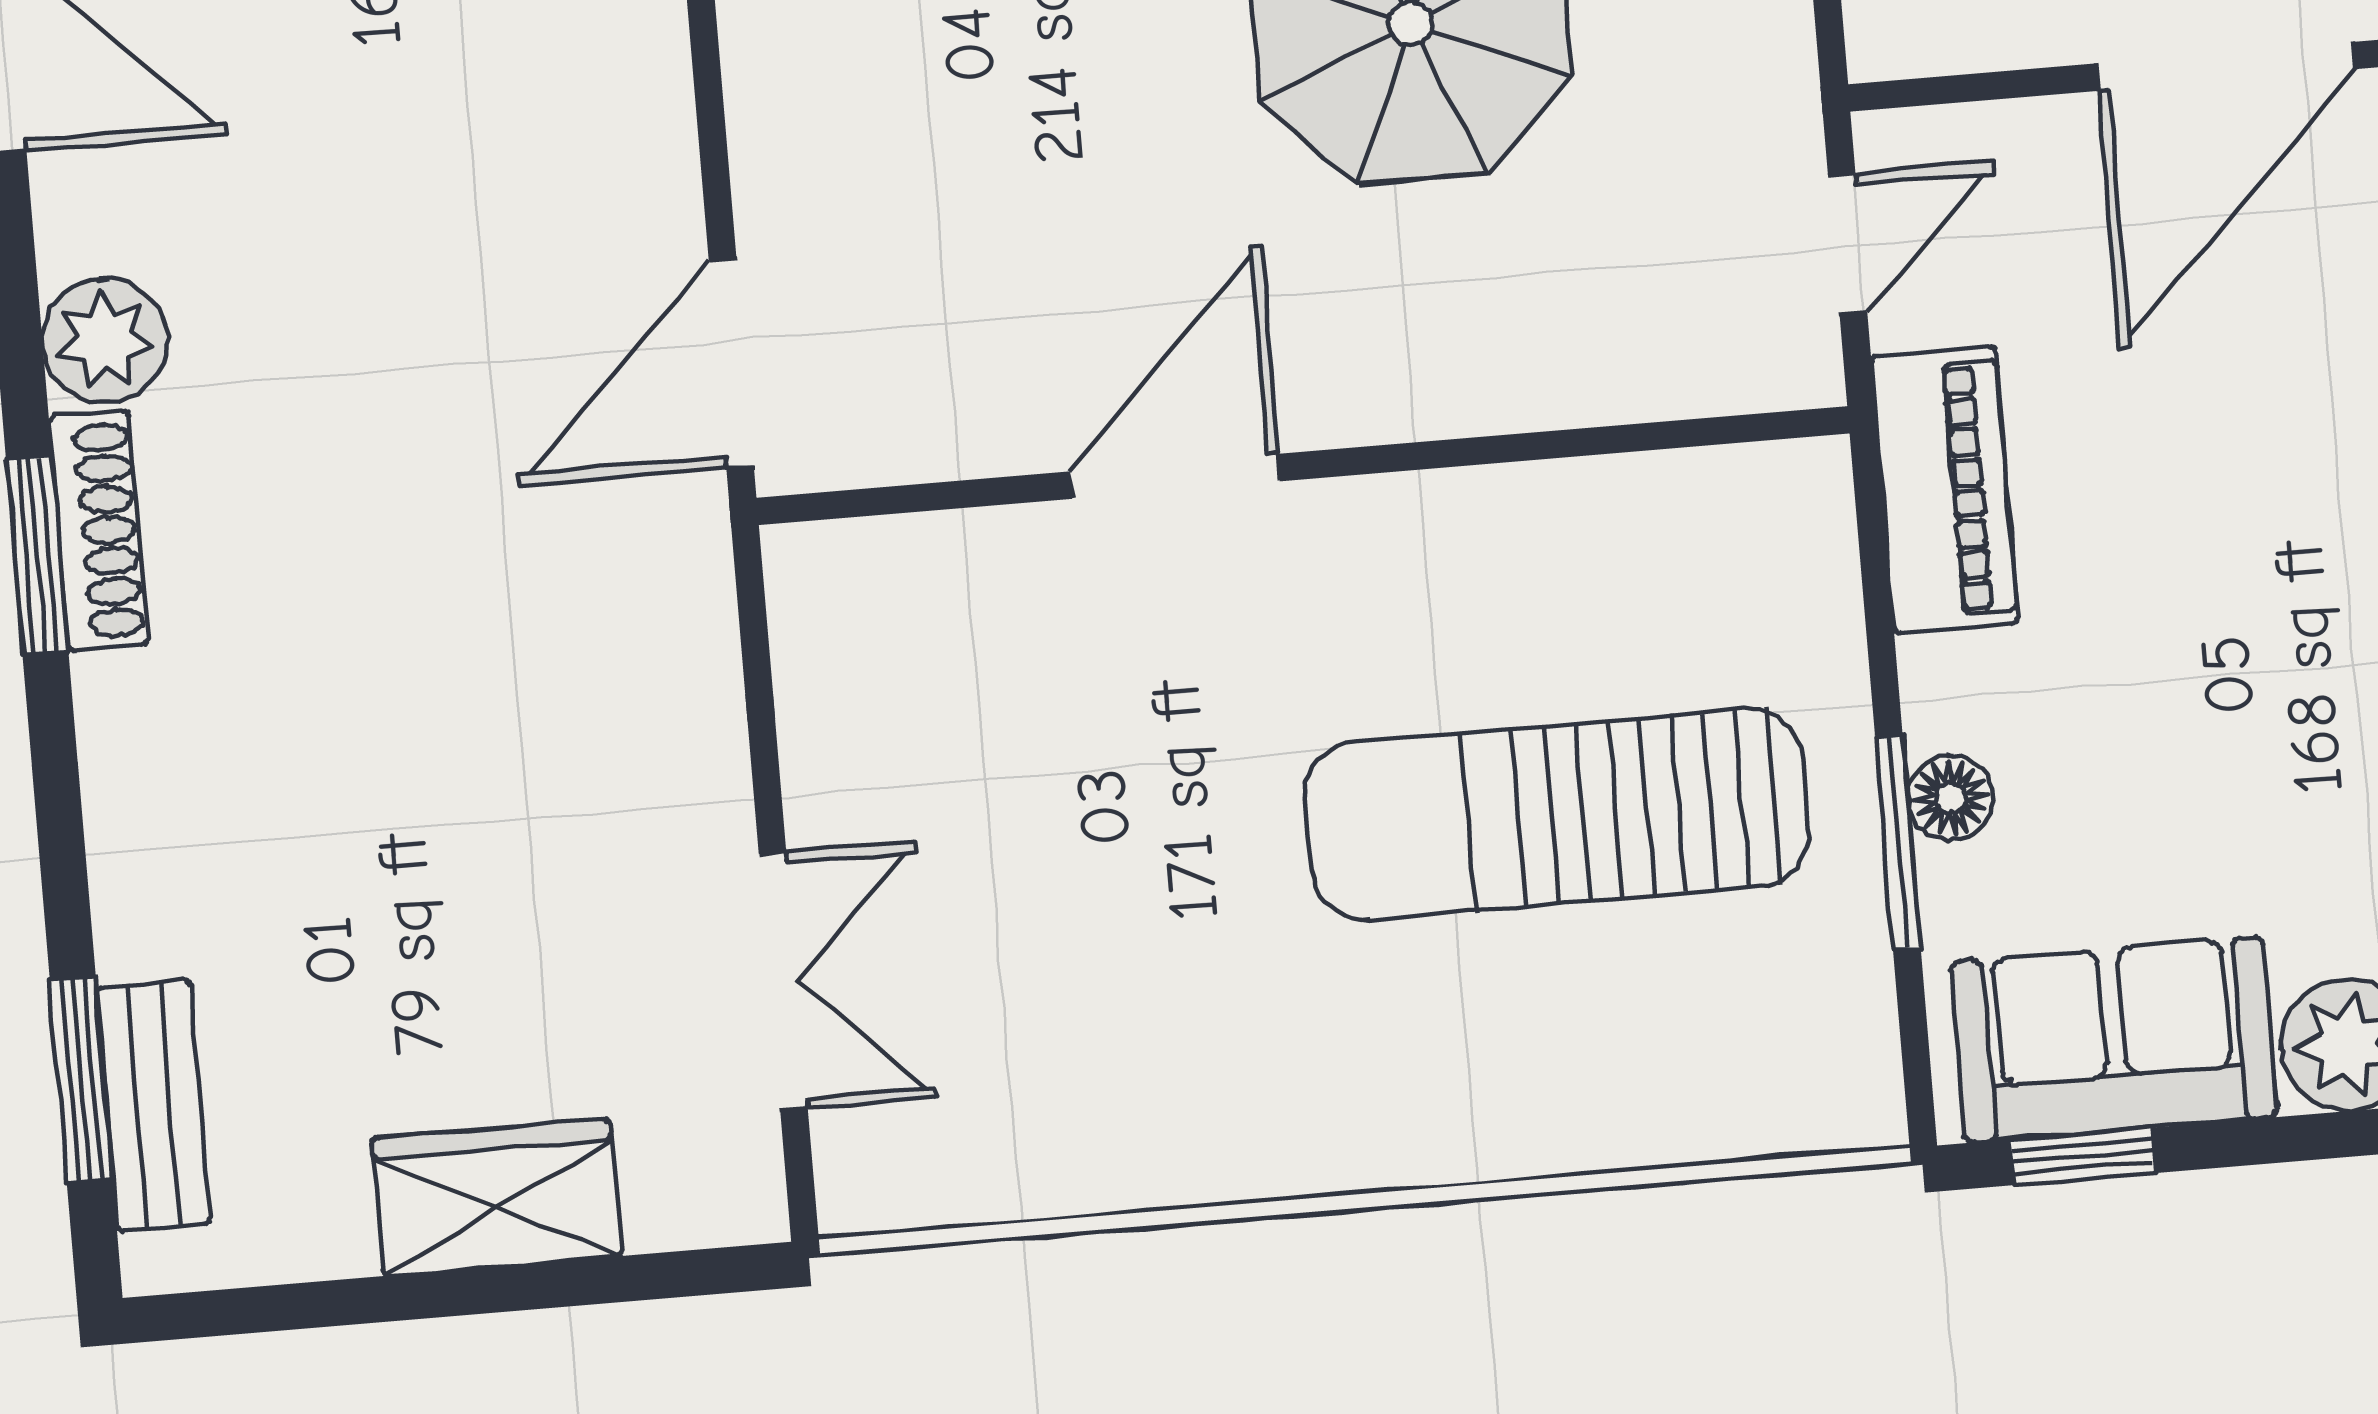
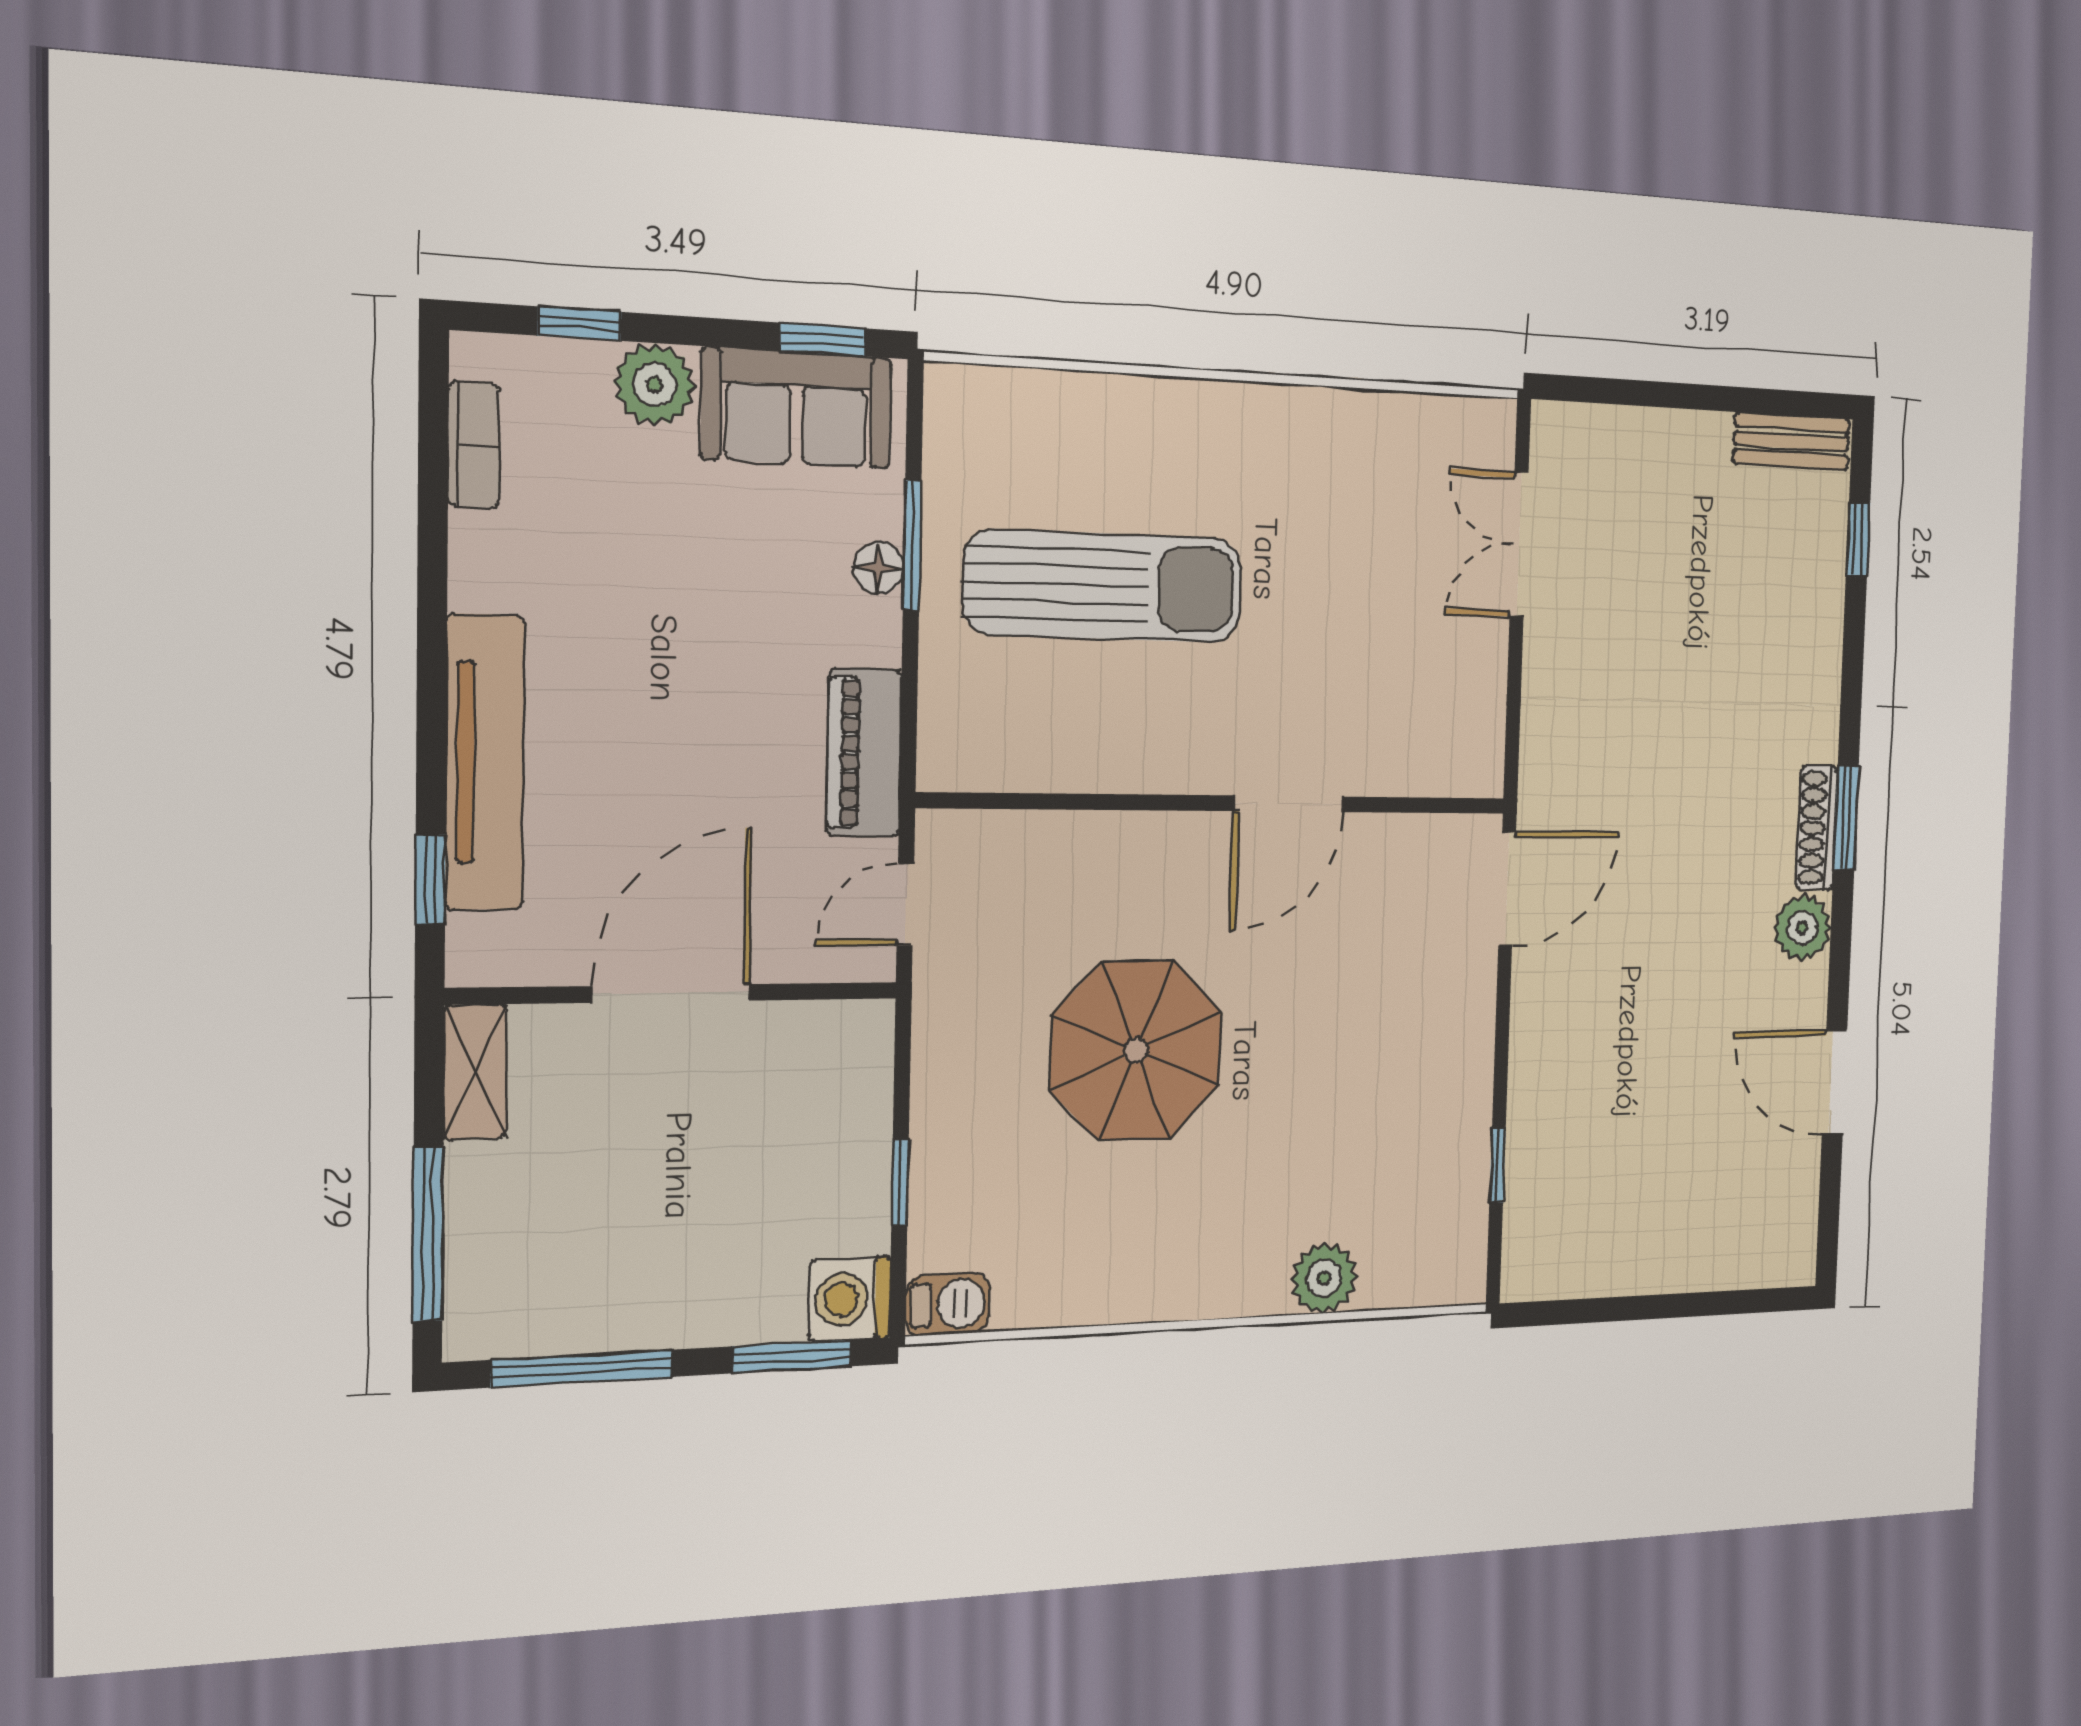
window: (81, 1079) -> (1858, 539), width x0.67
bench: (153, 1105) -> (1792, 441), moved, turned 90
wardrobe: (496, 1197) -> (1672, 446), removed

